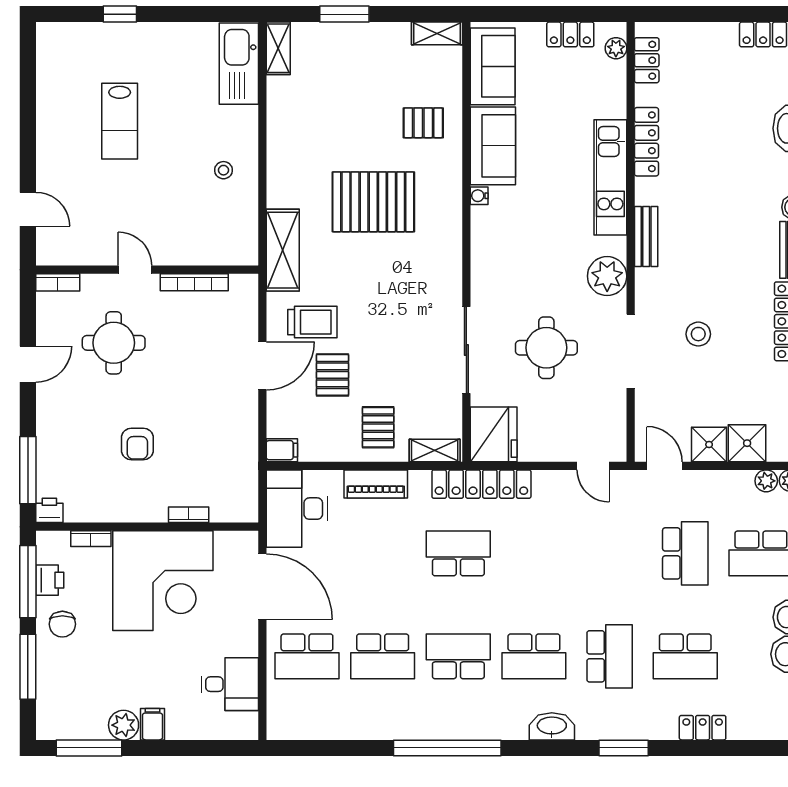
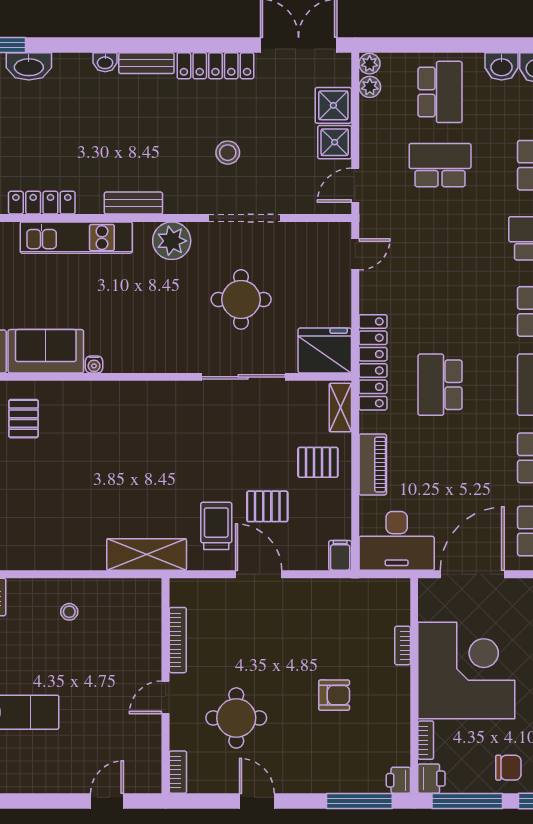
pallet: (373, 202) -> (100, 467), removed
printer: (50, 580) -> (431, 779), moved, turned 90

